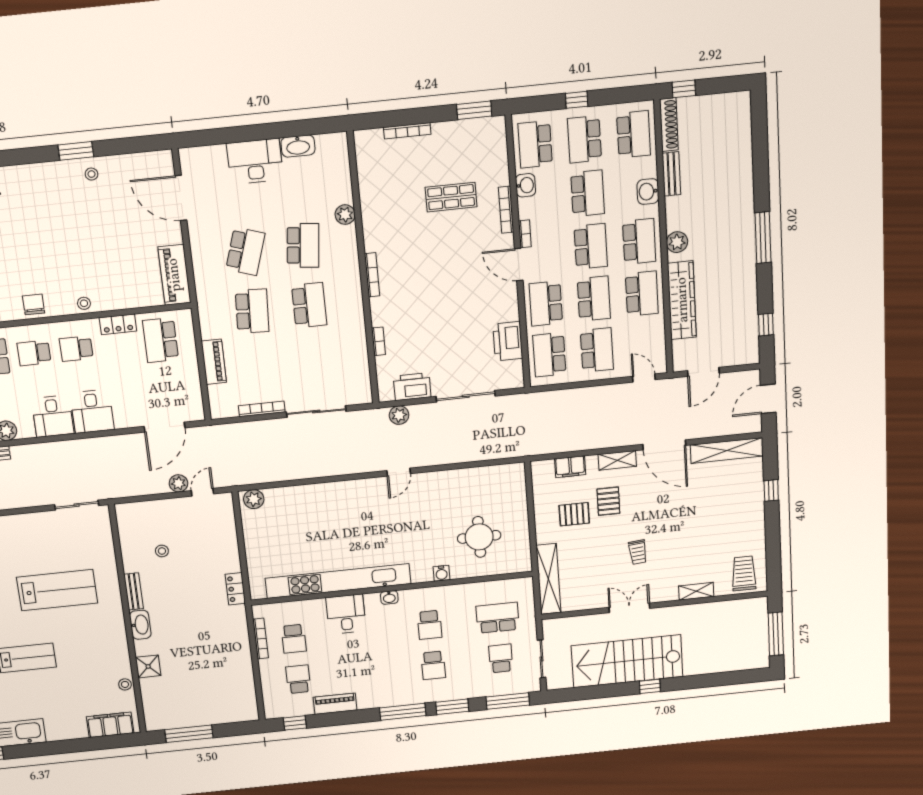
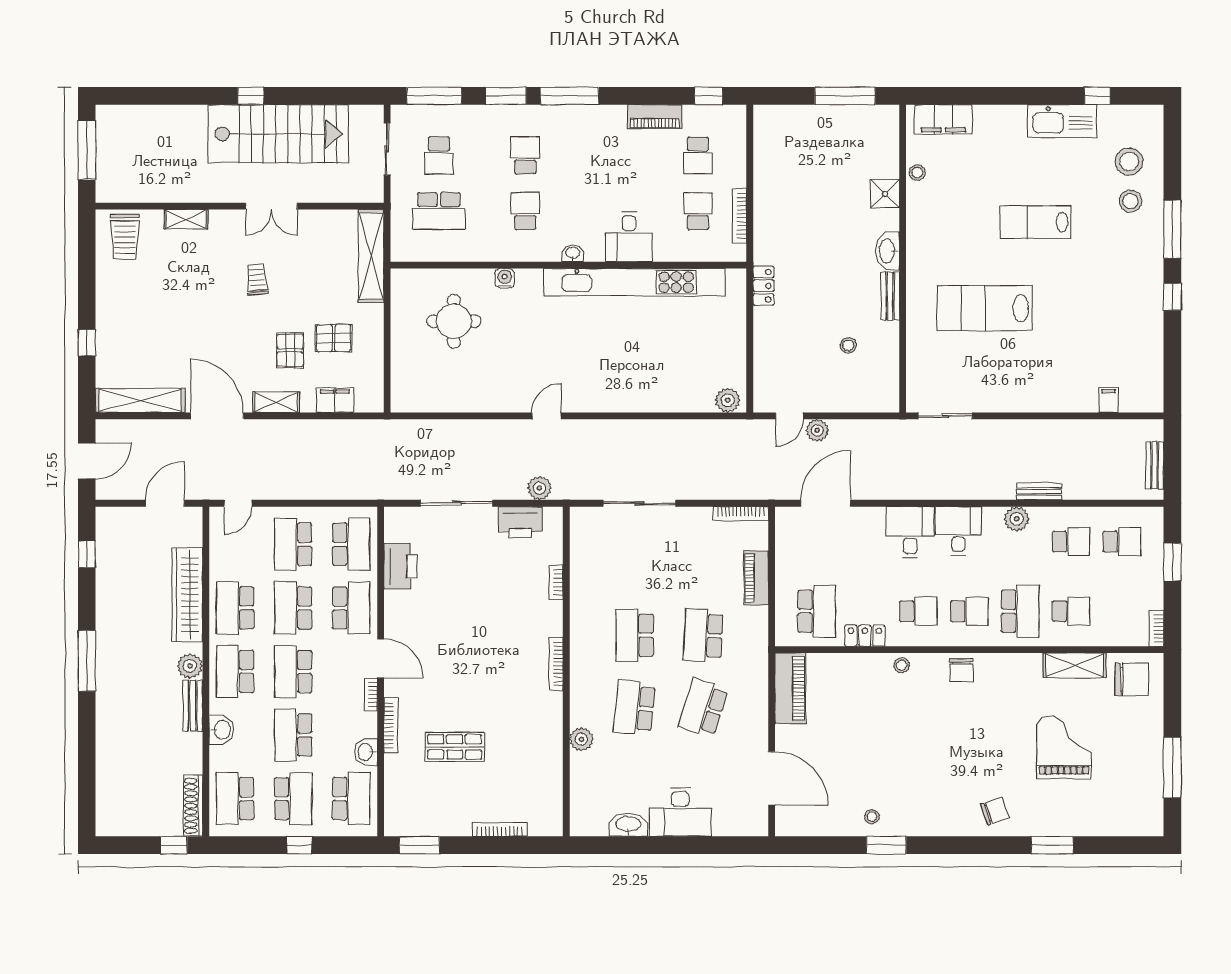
bench: (671, 174) -> (193, 706), moved
door: (644, 378) -> (238, 503), hinge flipped
bookcase: (262, 409) -> (741, 514), moved

